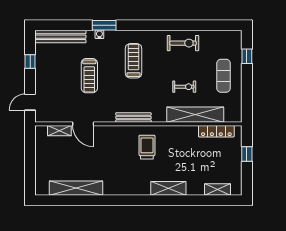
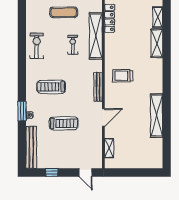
door: (83, 124) -> (103, 117), moved
shelving: (76, 188) -> (157, 116), moved
shelving: (168, 188) -> (157, 43), moved

